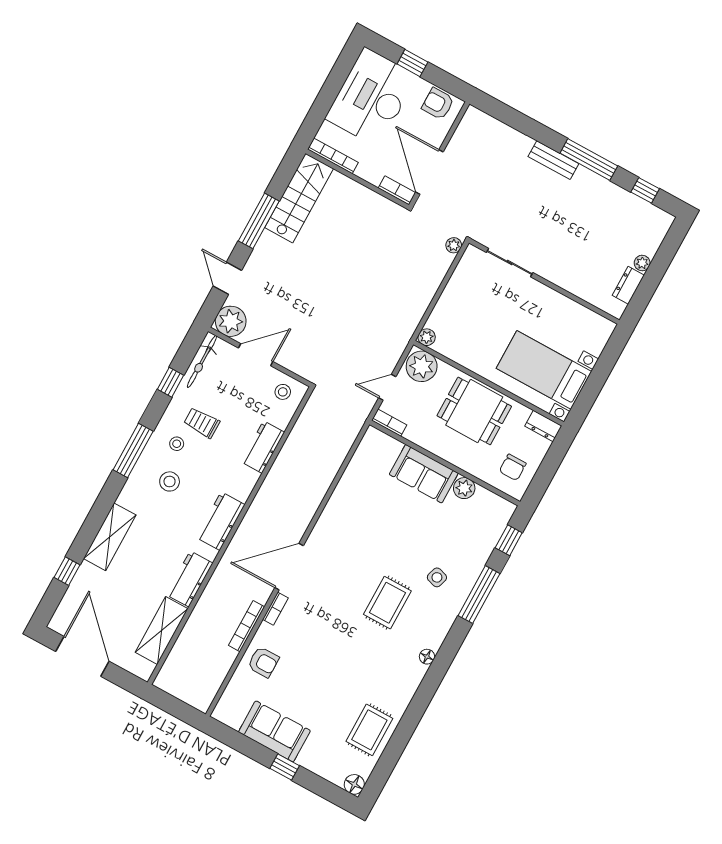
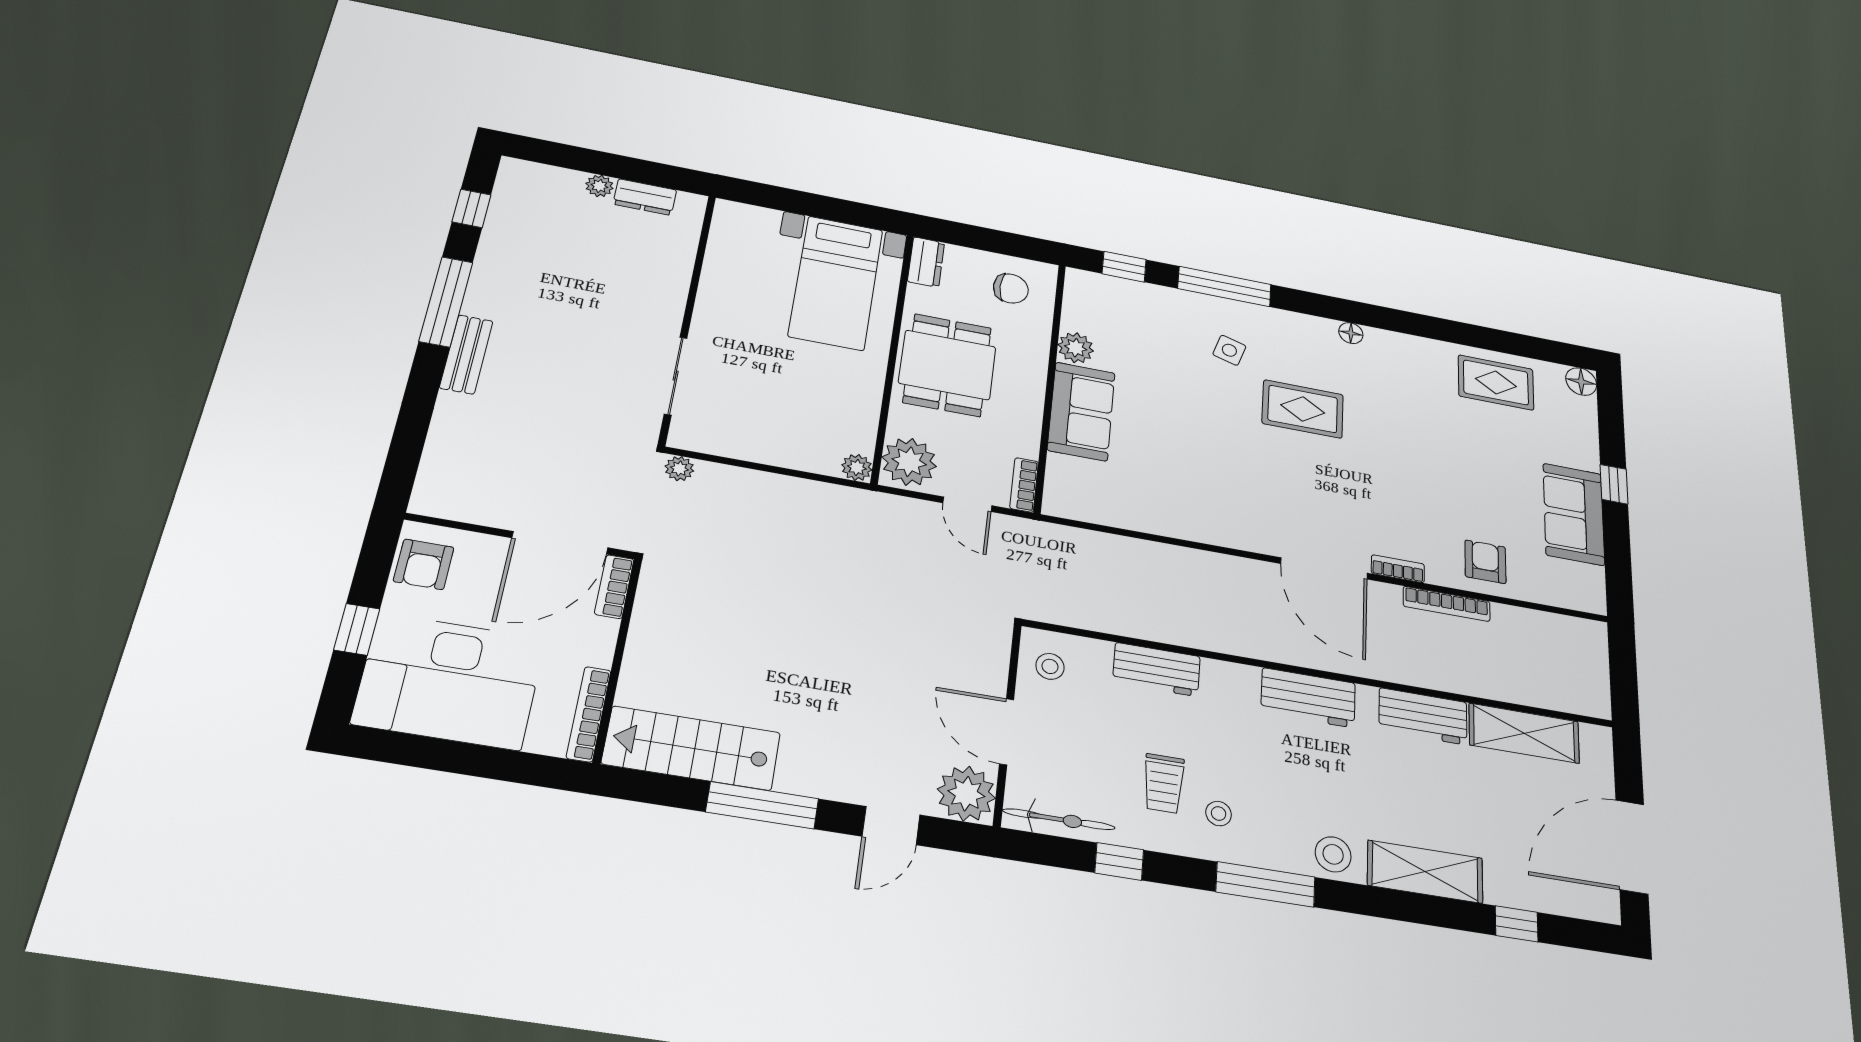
stool: (170, 481) -> (1333, 854), moved

